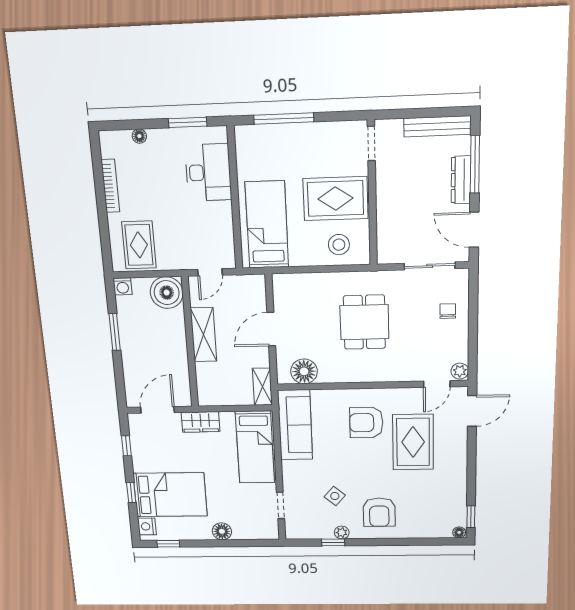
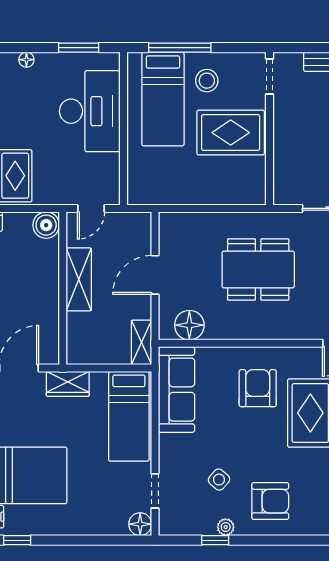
desk: (208, 172) -> (90, 111), width x1.36, depth x1.30
bed: (267, 225) -> (163, 99), moved, turned 180
stool: (339, 245) -> (207, 81), moved
boiler: (167, 293) -> (46, 225), width x0.73, depth x0.73
dining table: (364, 322) -> (258, 270), width x1.38
armchair: (366, 423) -> (258, 388), turned 90
armchair: (379, 512) -> (270, 501), turned -90
floor lamp: (222, 531) -> (140, 524), moved

